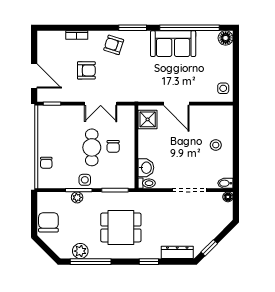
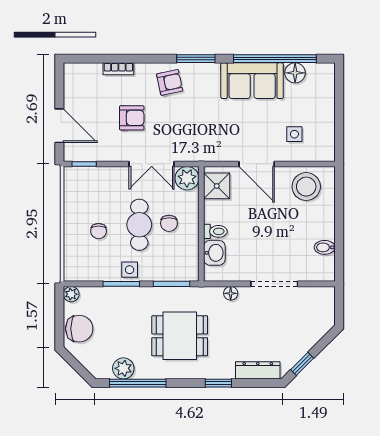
floor lamp: (226, 38) -> (295, 73), moved
armchair: (114, 45) -> (170, 82), turned 150
side table: (223, 88) -> (294, 134), moved
plant: (126, 114) -> (187, 178), added
stool: (216, 145) -> (306, 187), moved, width x1.89, depth x1.89
chair: (46, 163) -> (99, 231), moved
toilet: (147, 183) -> (215, 231), moved
bidet: (225, 183) -> (325, 247), moved
plant: (77, 197) -> (71, 294), moved
floor lamp: (228, 197) -> (231, 293), moved
chair: (48, 222) -> (79, 329), turned 90

